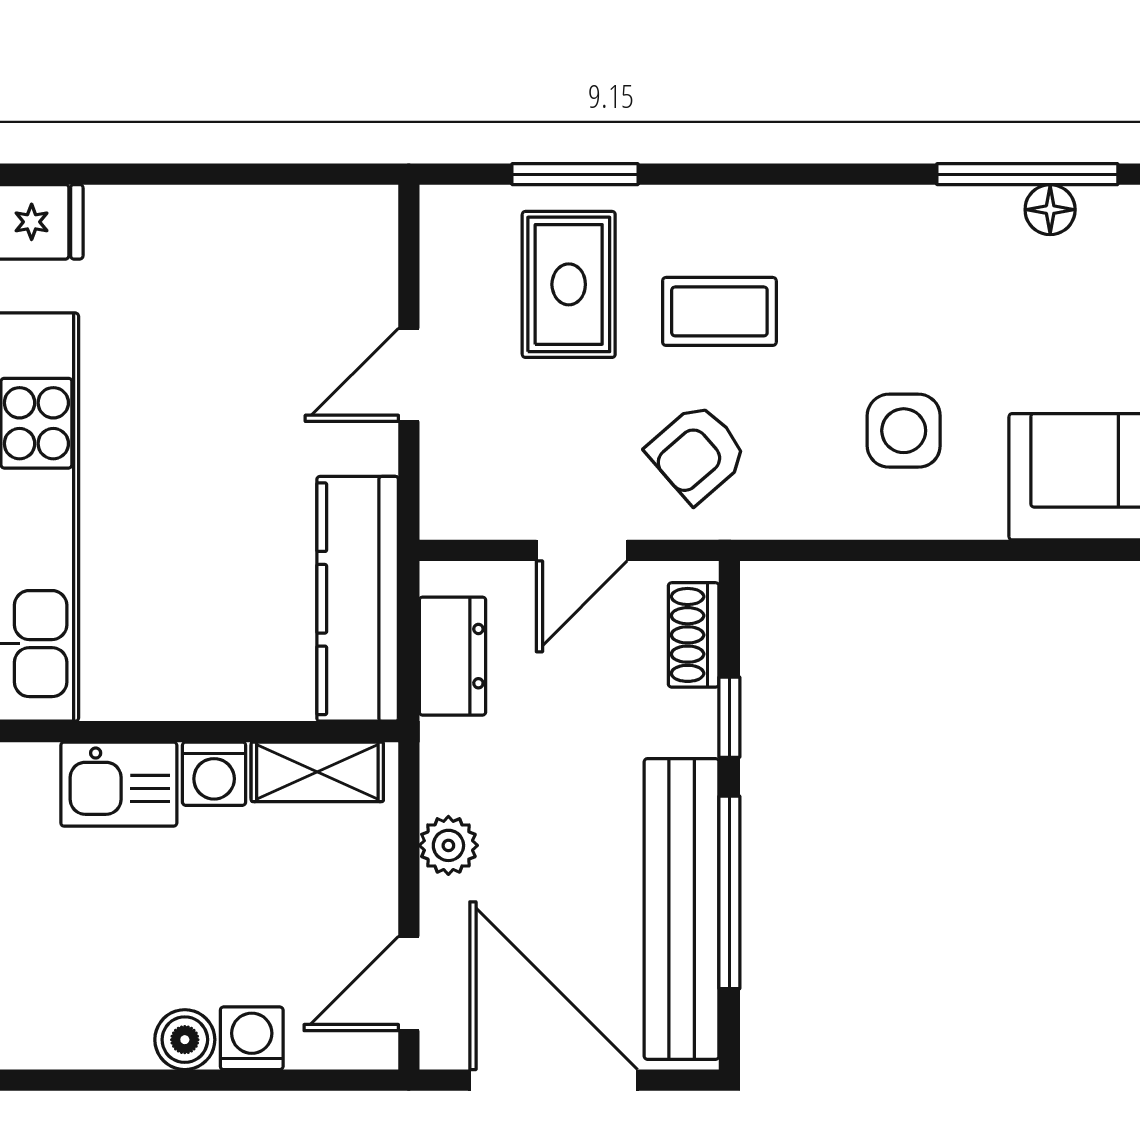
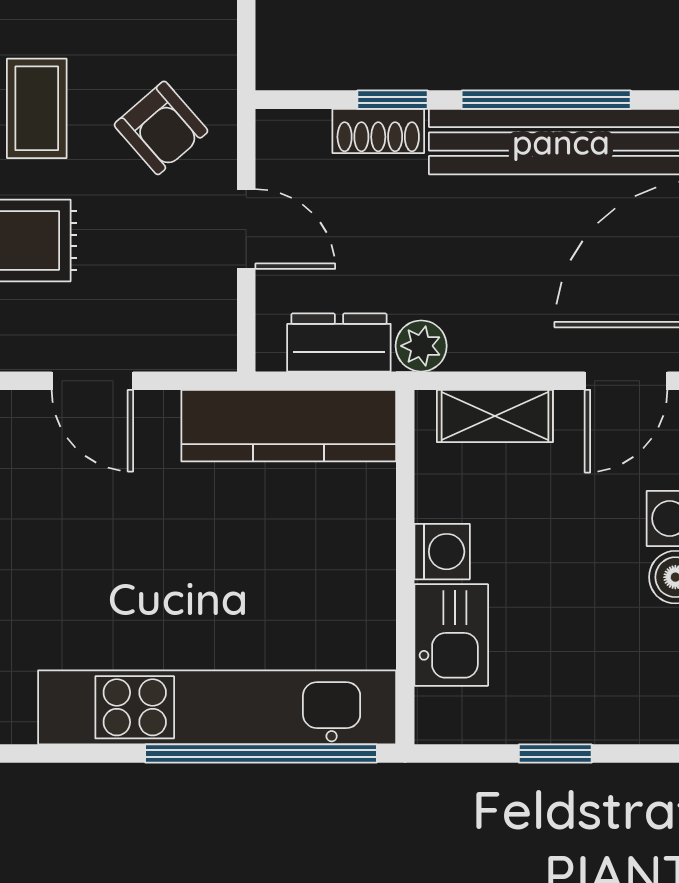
shoe rack: (694, 635) -> (378, 131), moved
shelving: (317, 772) -> (495, 416), moved, turned 90
plant: (448, 845) -> (421, 346), moved
door: (409, 984) -> (626, 381), hinge flipped

